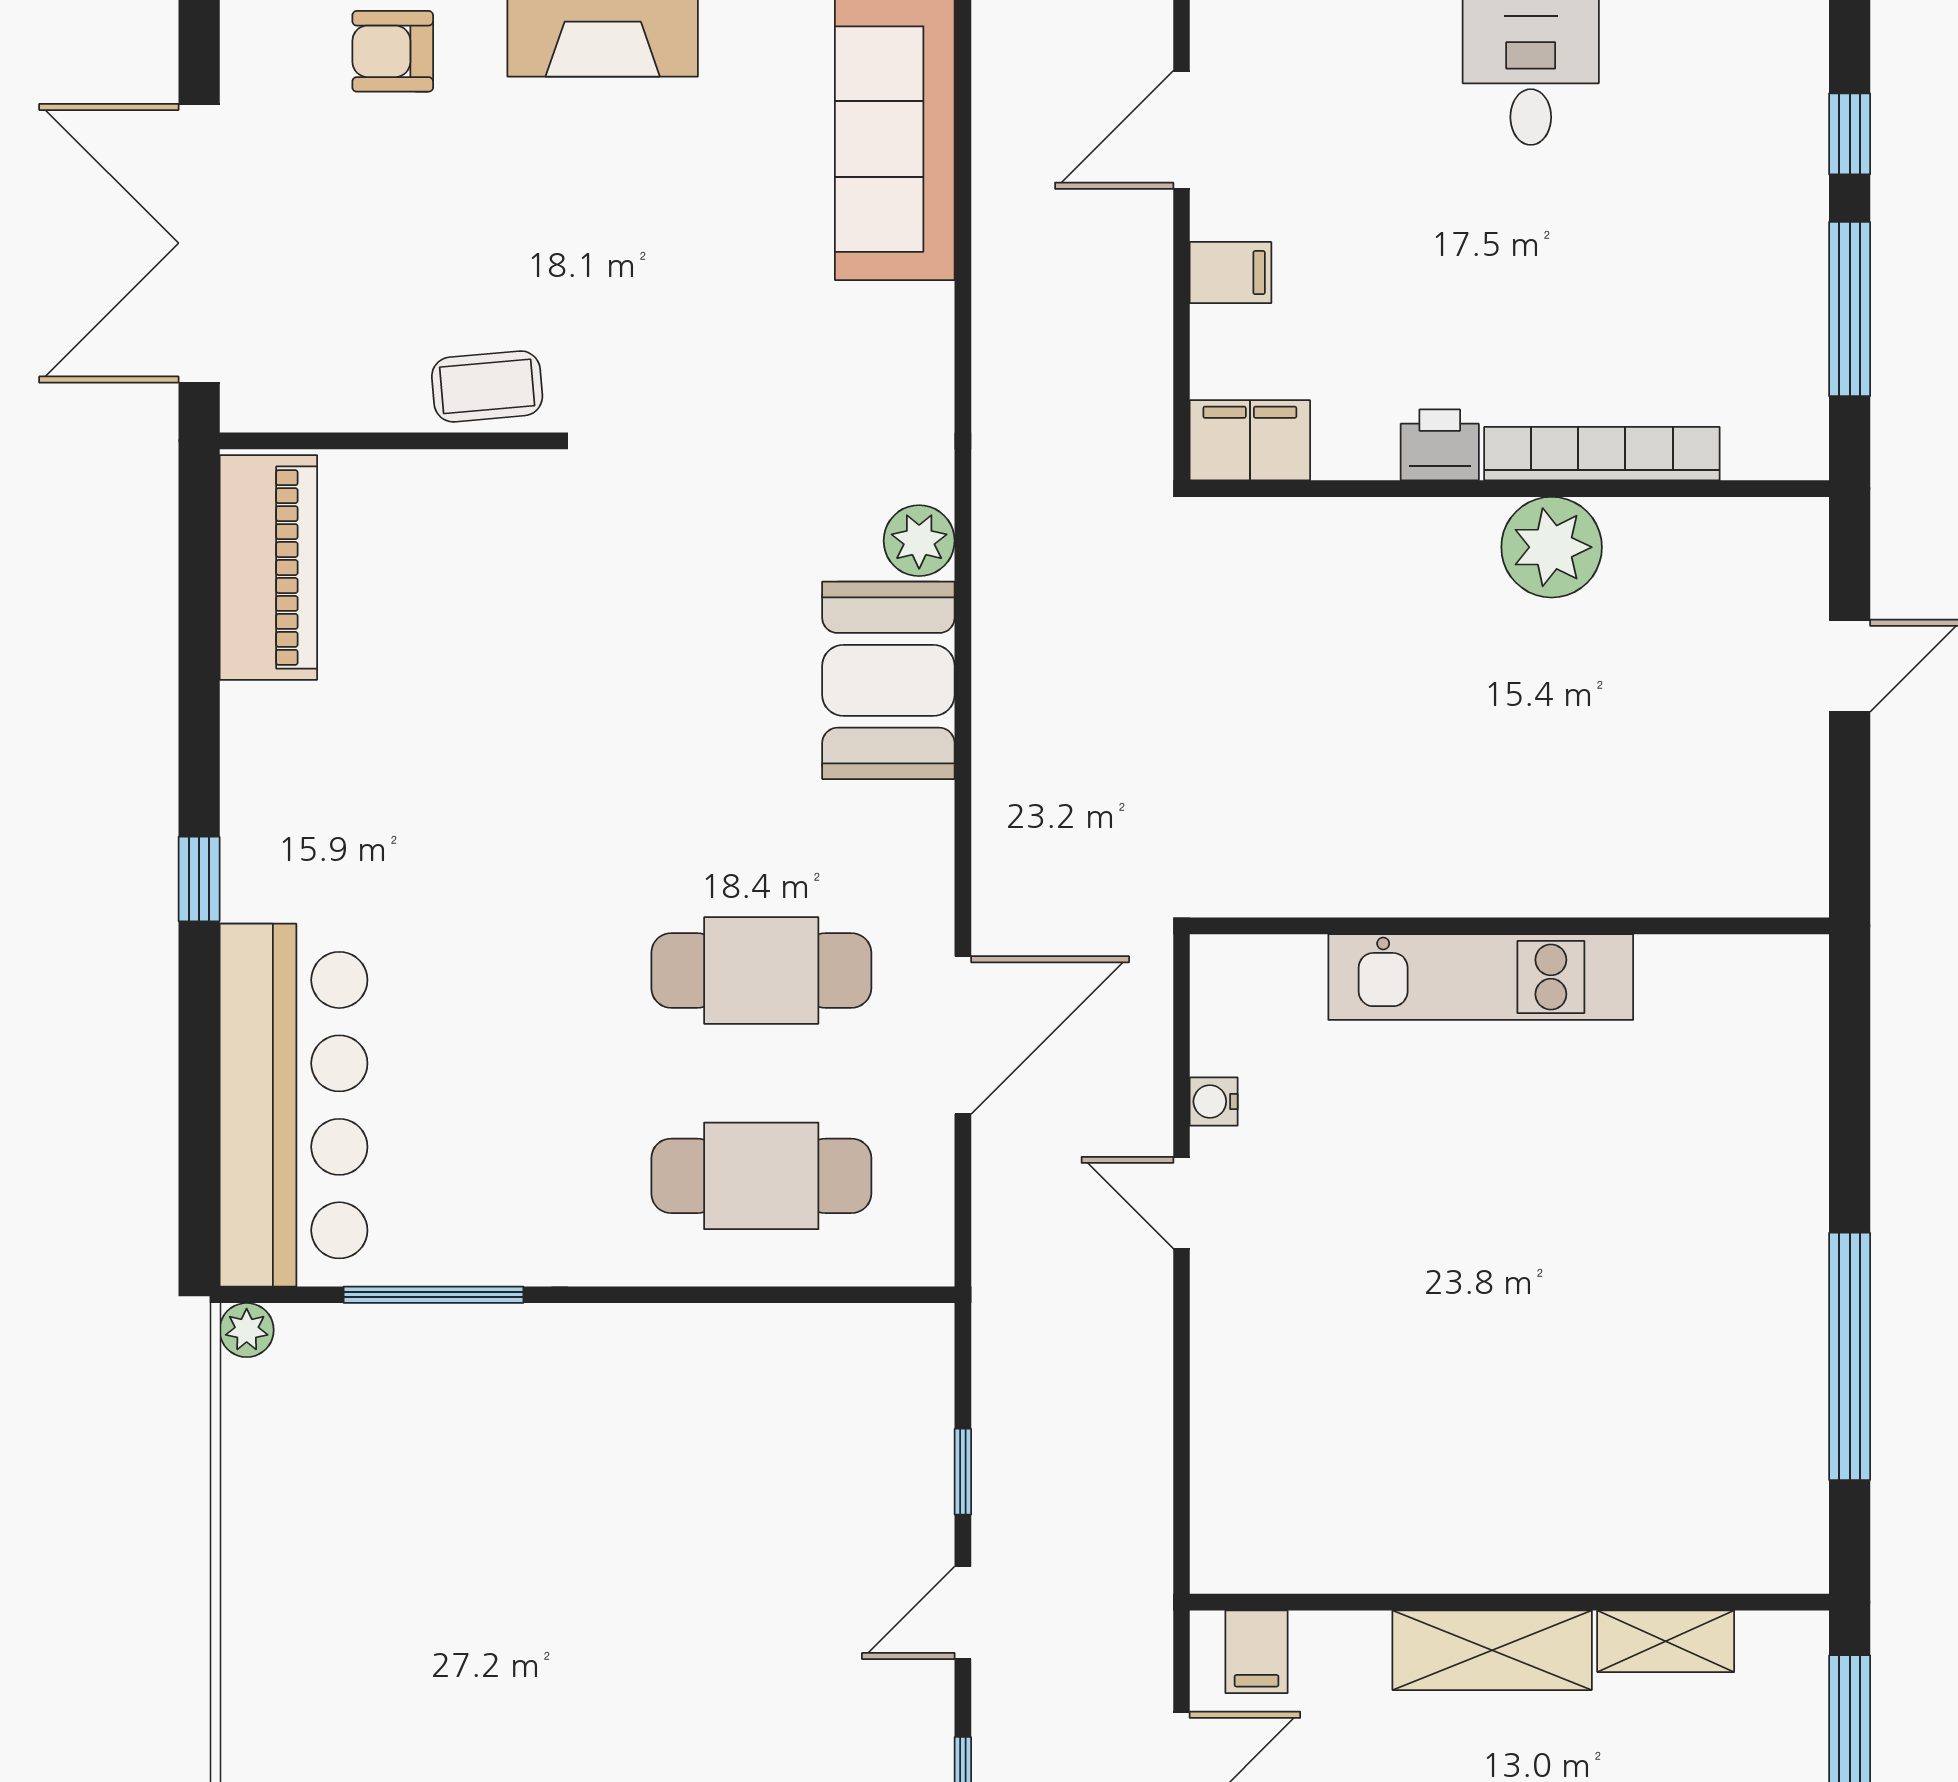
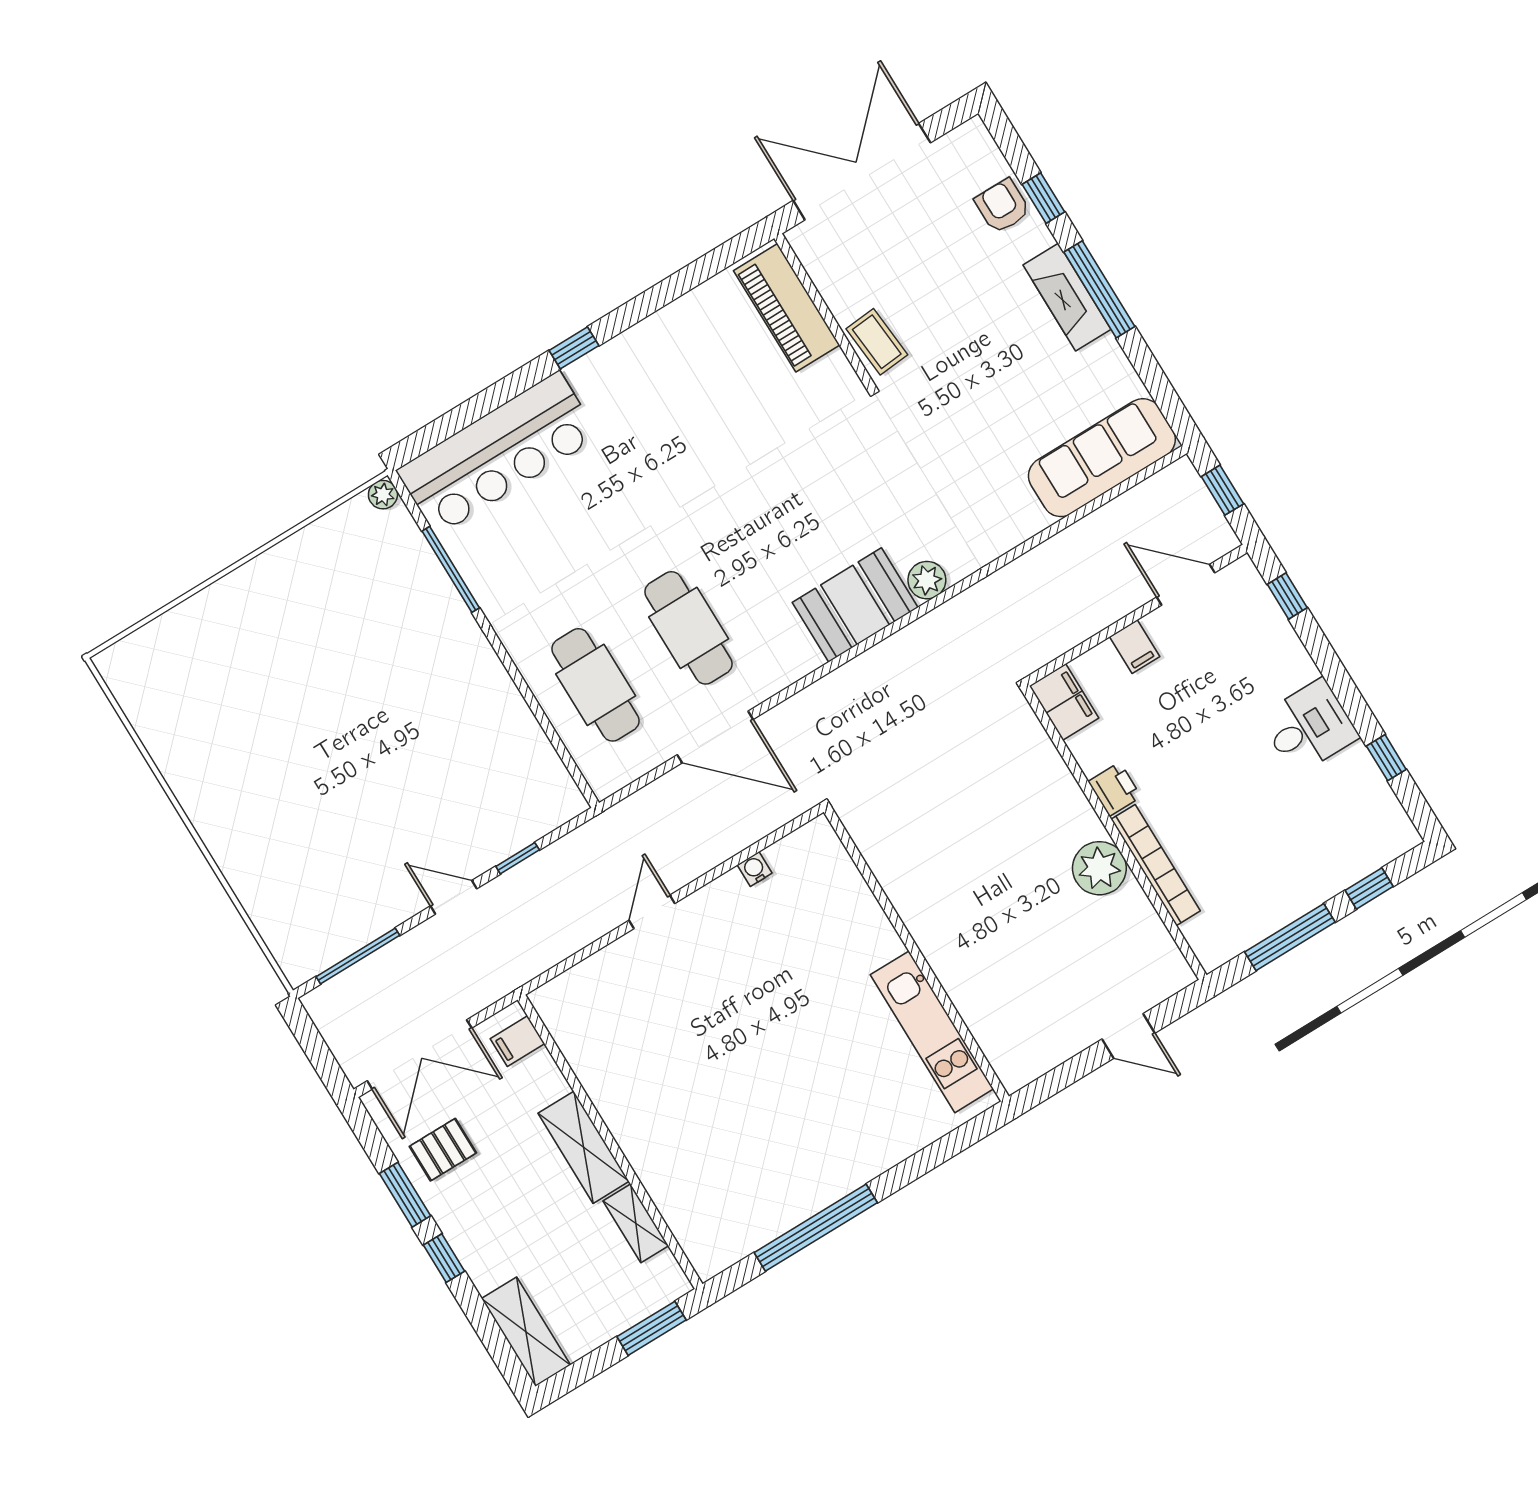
piano: (268, 568) -> (787, 308), moved, turned 90
kitchen unit: (1481, 977) -> (932, 1032), moved
door: (1181, 1203) -> (652, 912), moved

